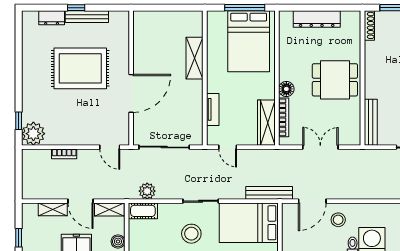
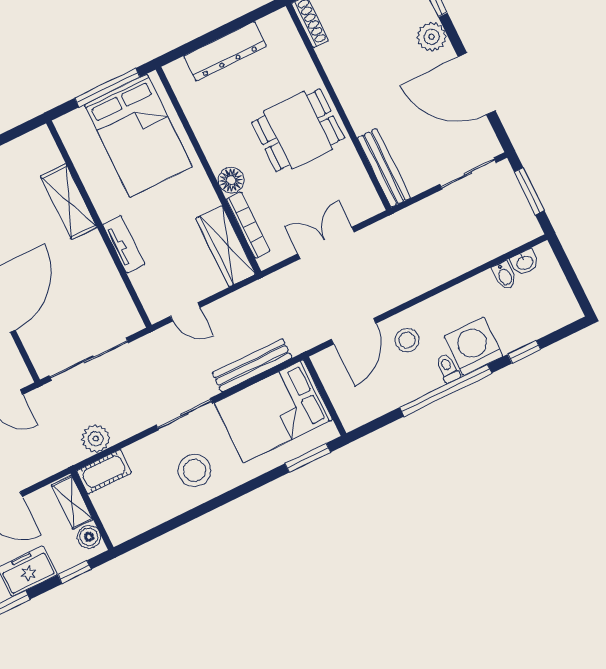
tv unit: (213, 109) -> (124, 244), moved
bench: (269, 193) -> (252, 365), moved
shelving: (109, 210) -> (72, 502), moved, turned 90

